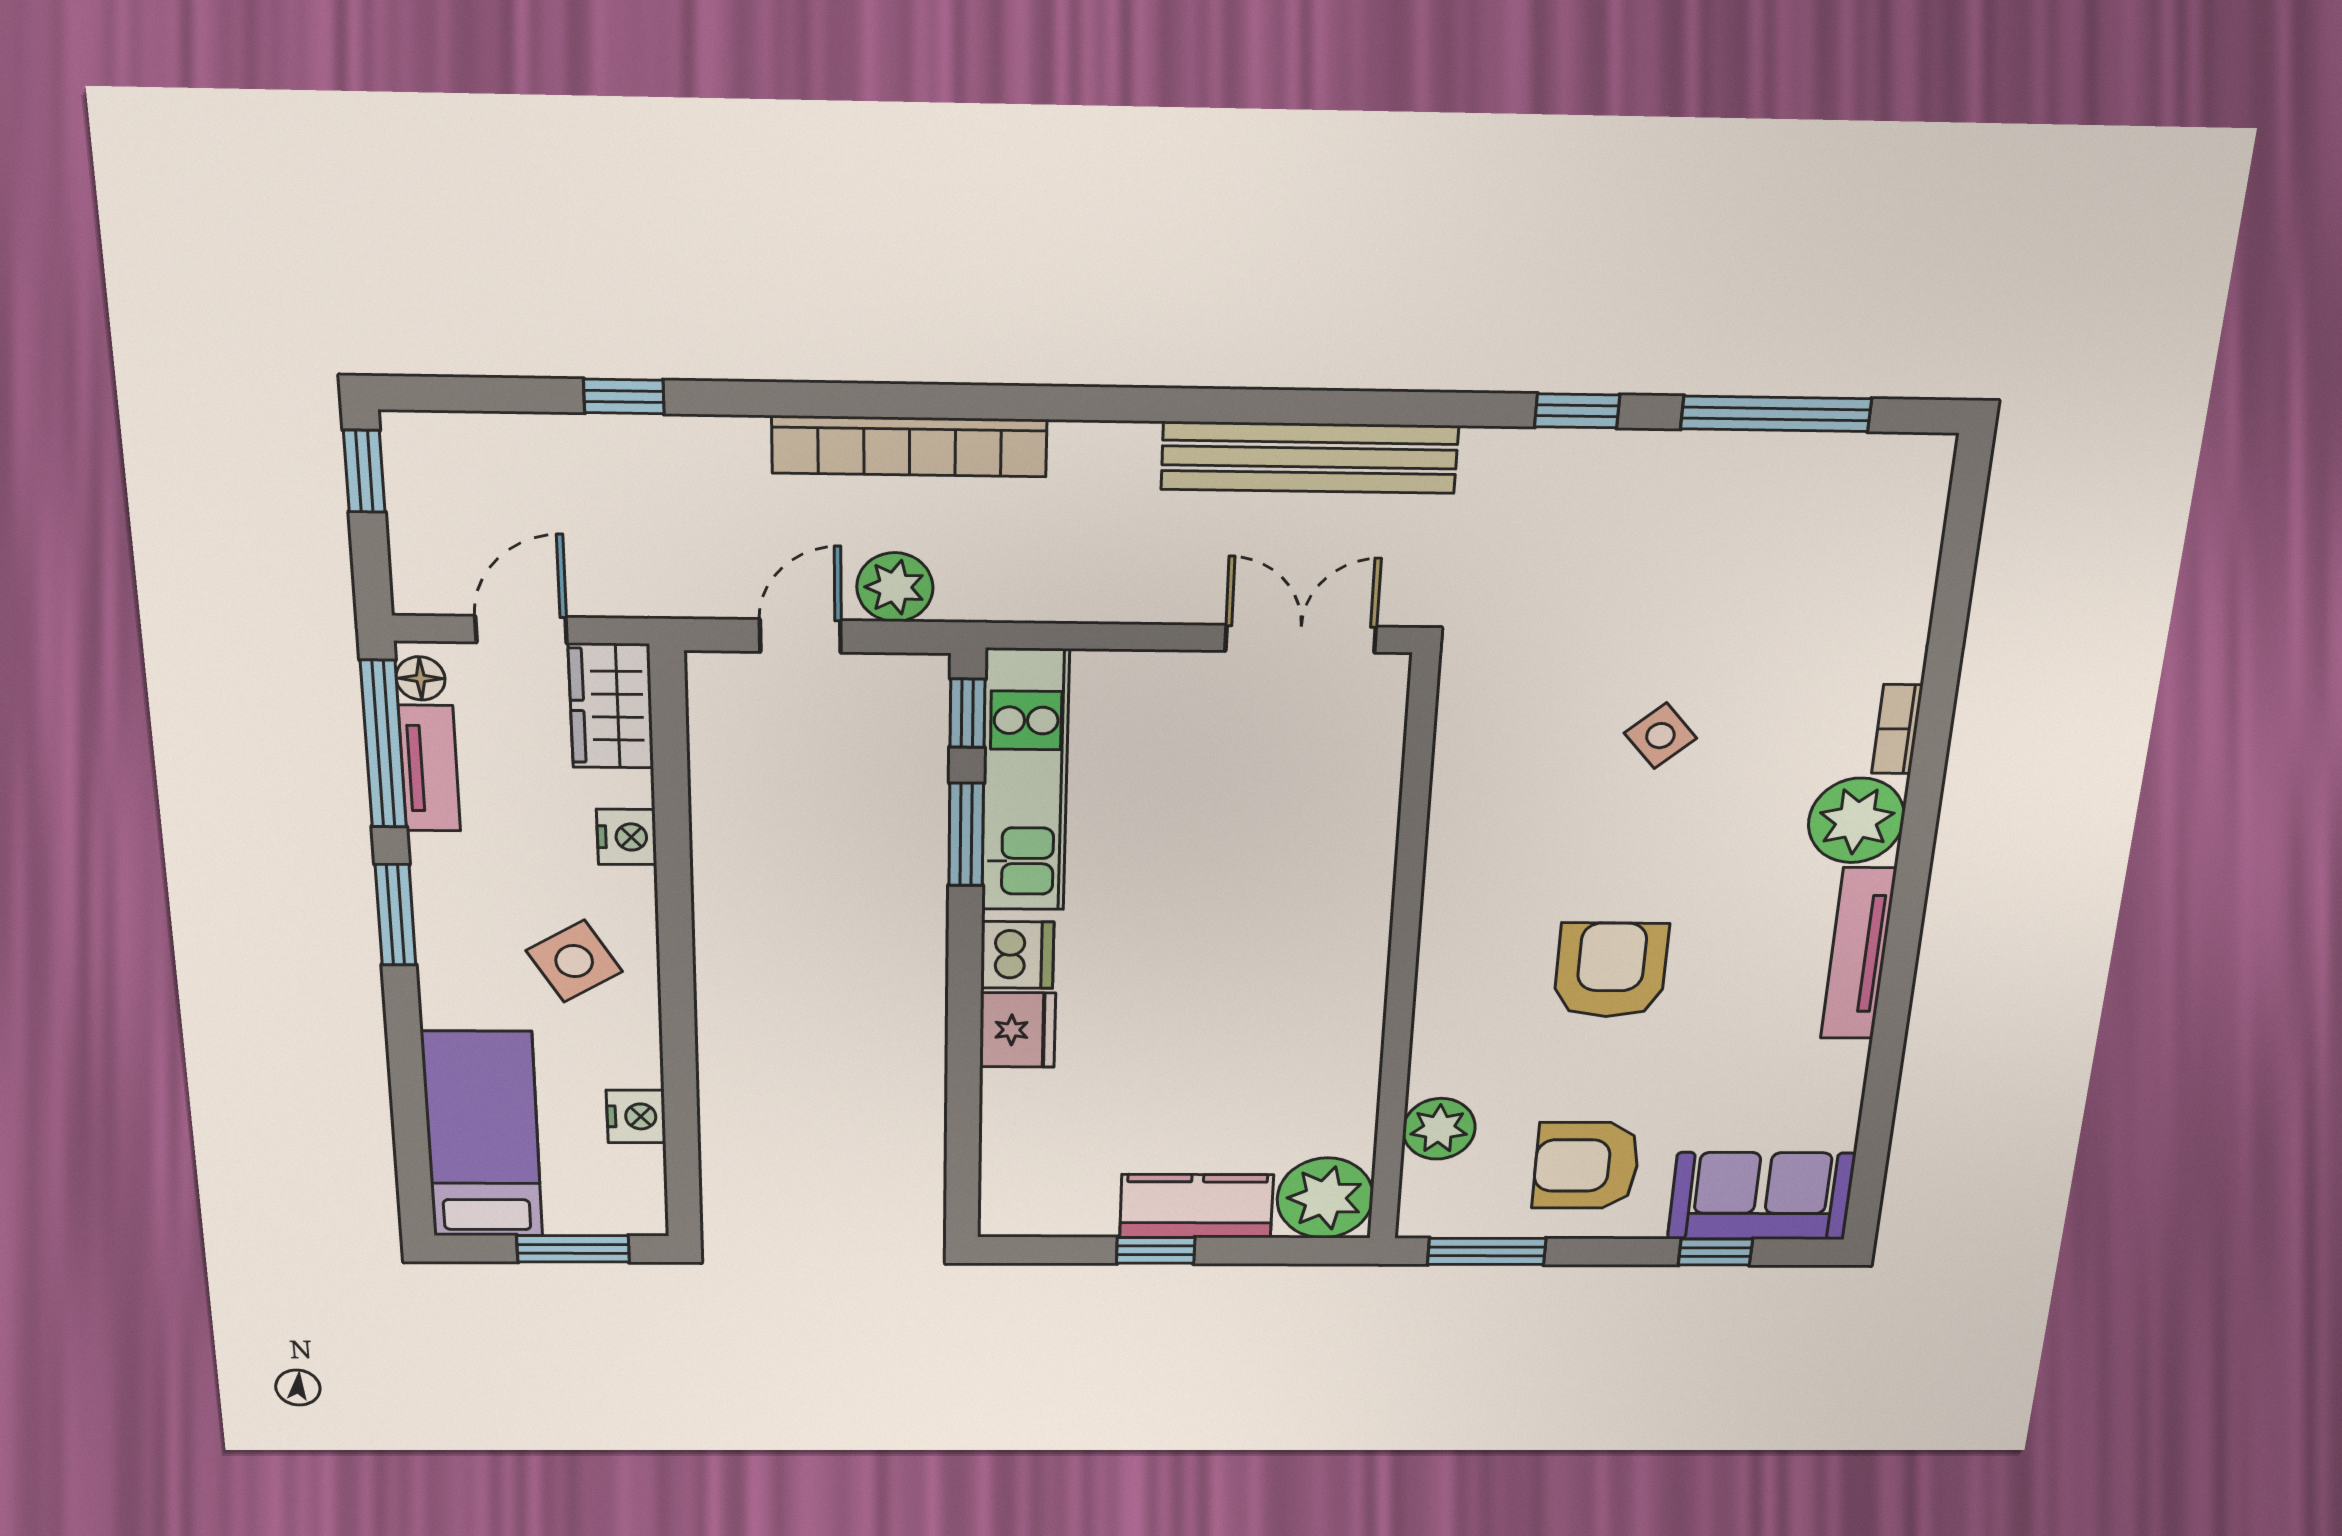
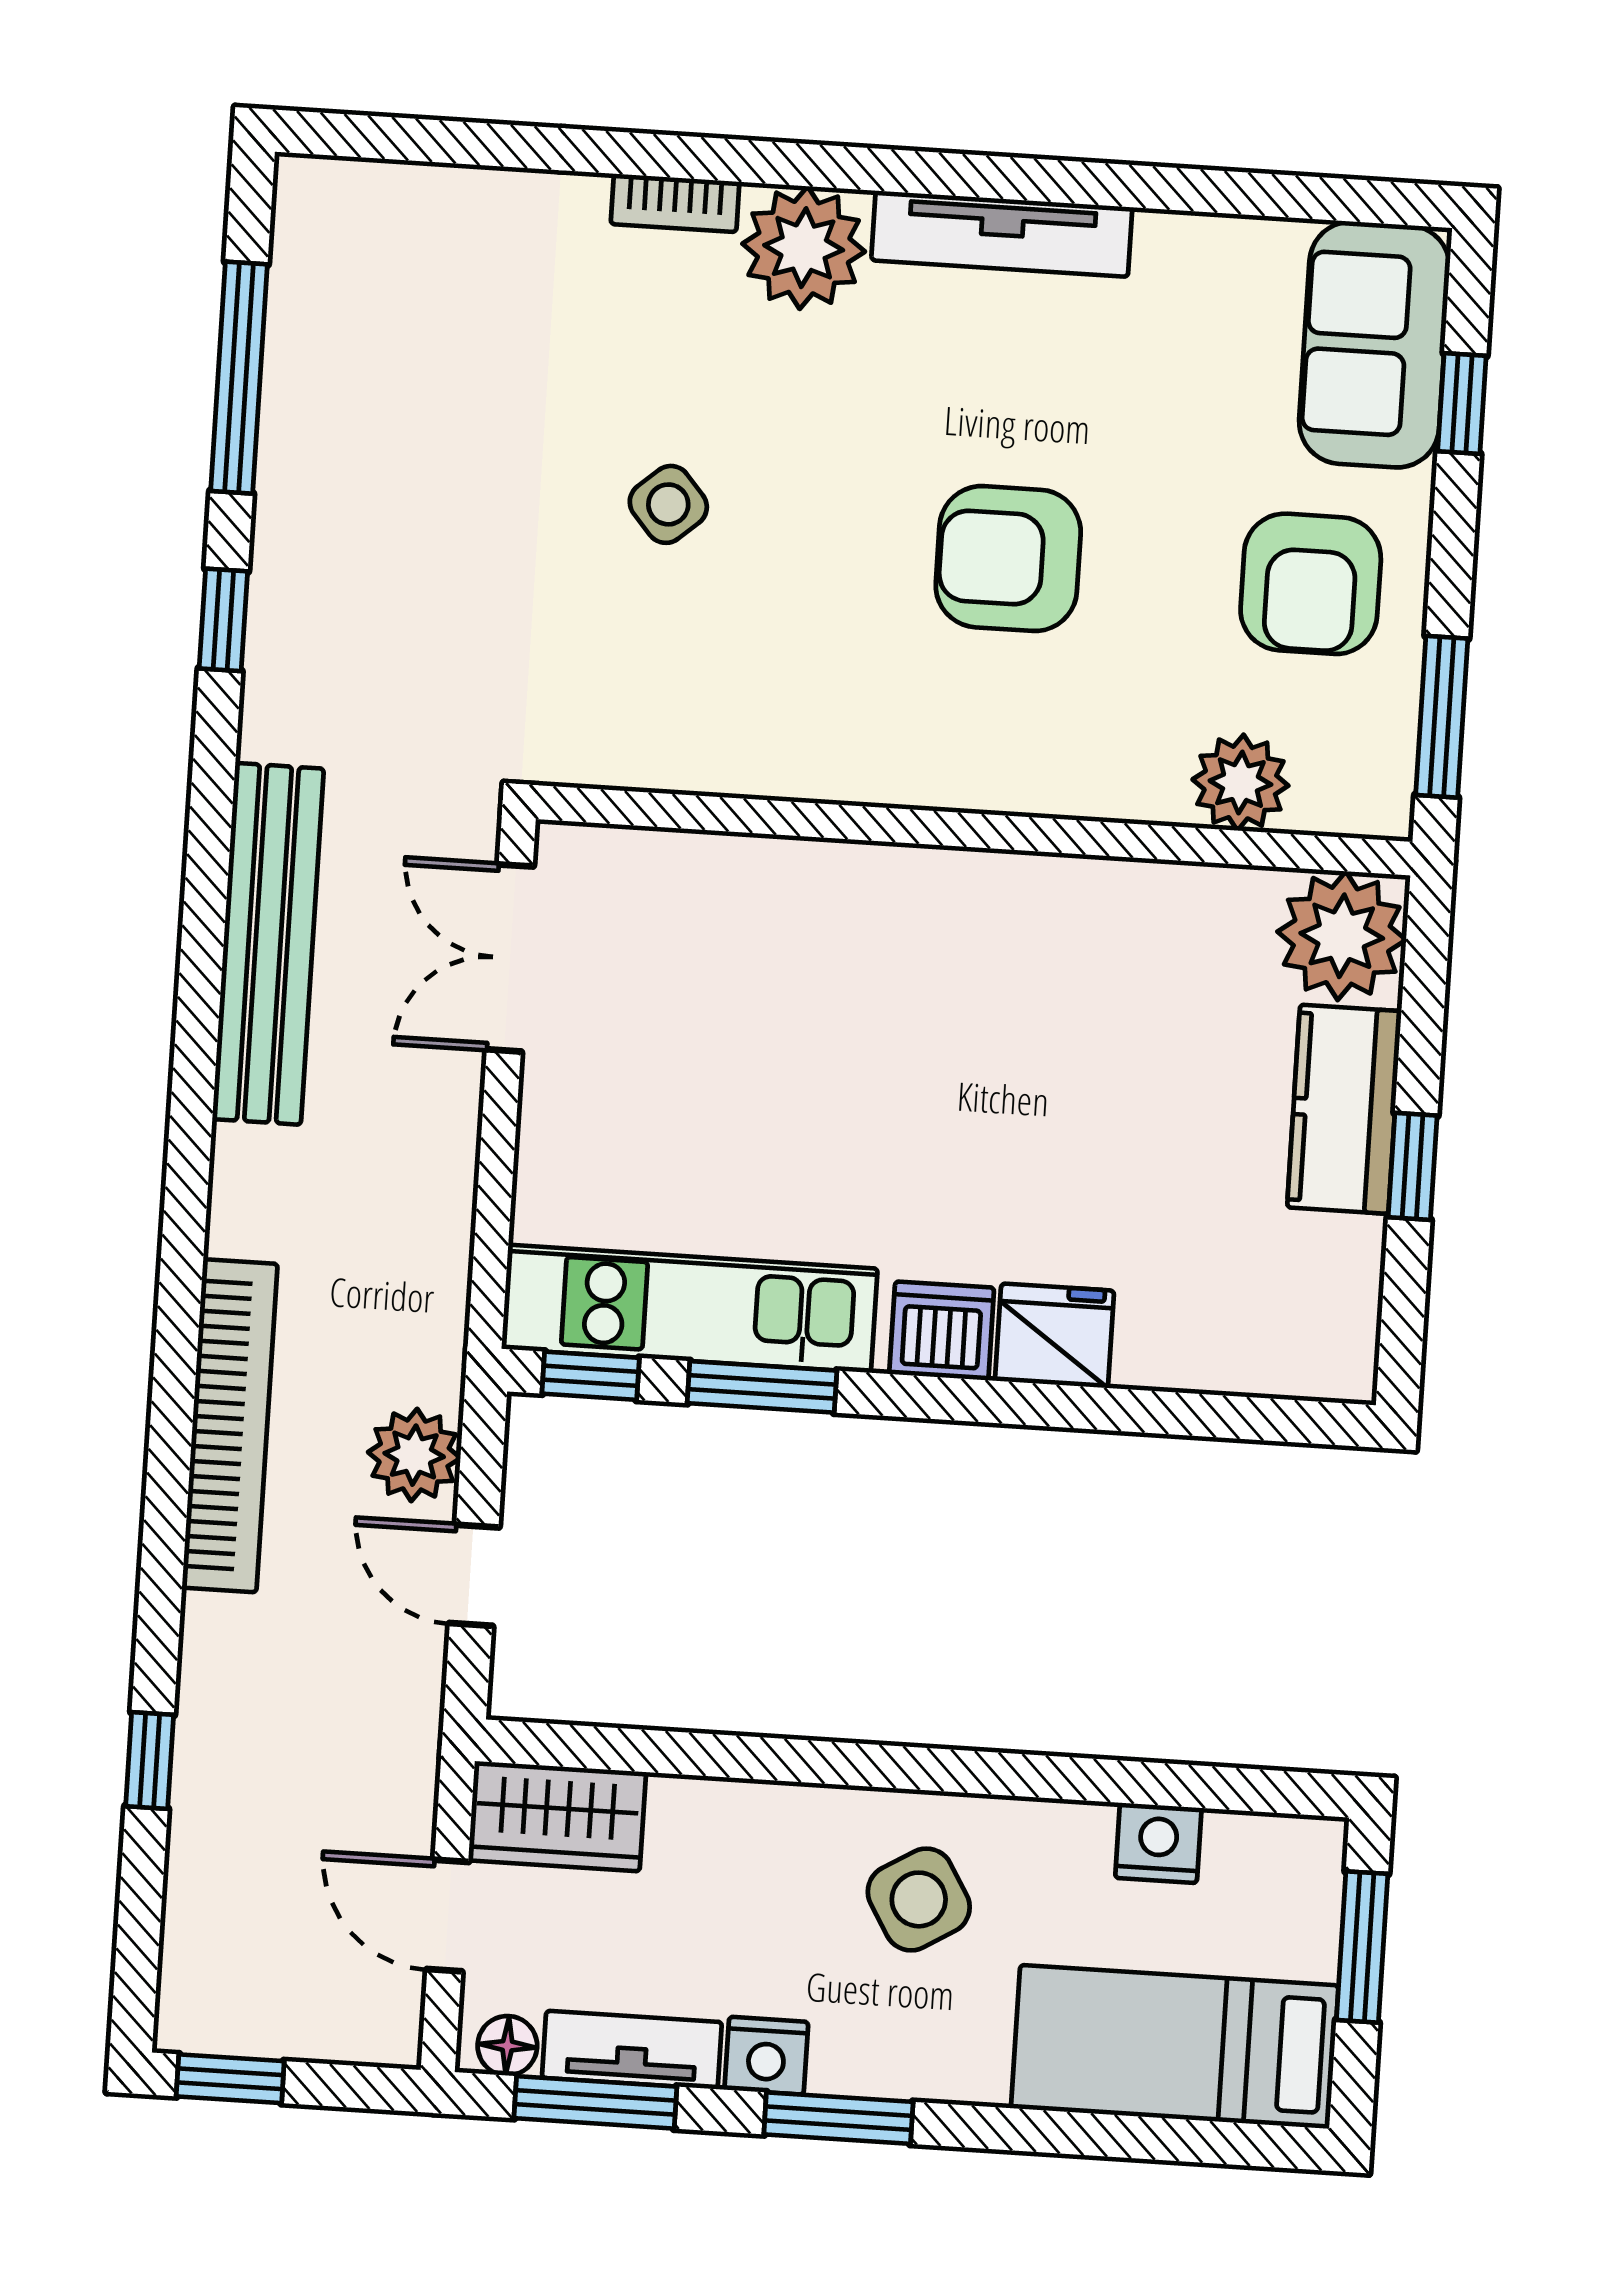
window: (383, 744) -> (595, 2102), width x0.69
nightstand: (627, 837) -> (766, 2056), moved, turned 180

